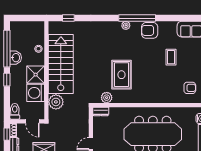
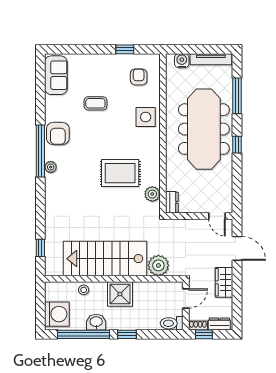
washing machine: (36, 93) -> (57, 314), moved, turned -90
side table: (161, 93) -> (146, 117), added

